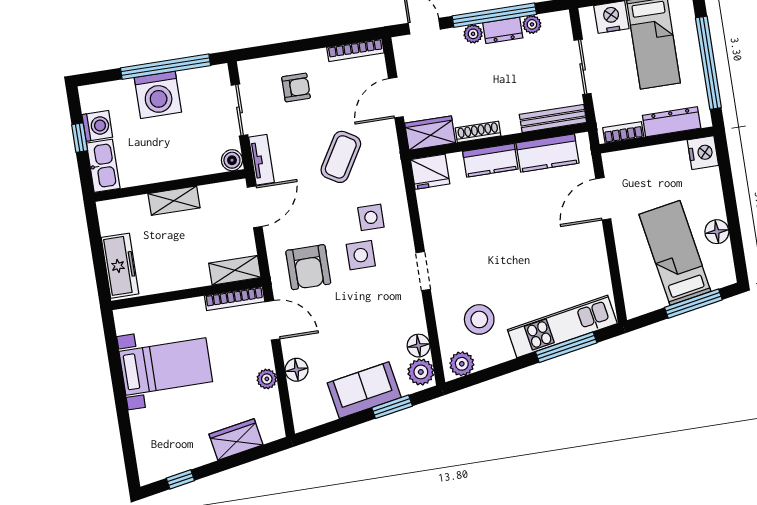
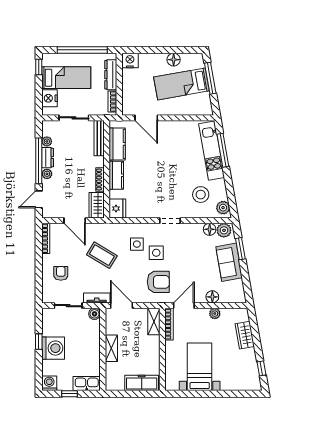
window: (165, 67) -> (39, 342), width x0.32
washing machine: (97, 126) -> (49, 383), moved

